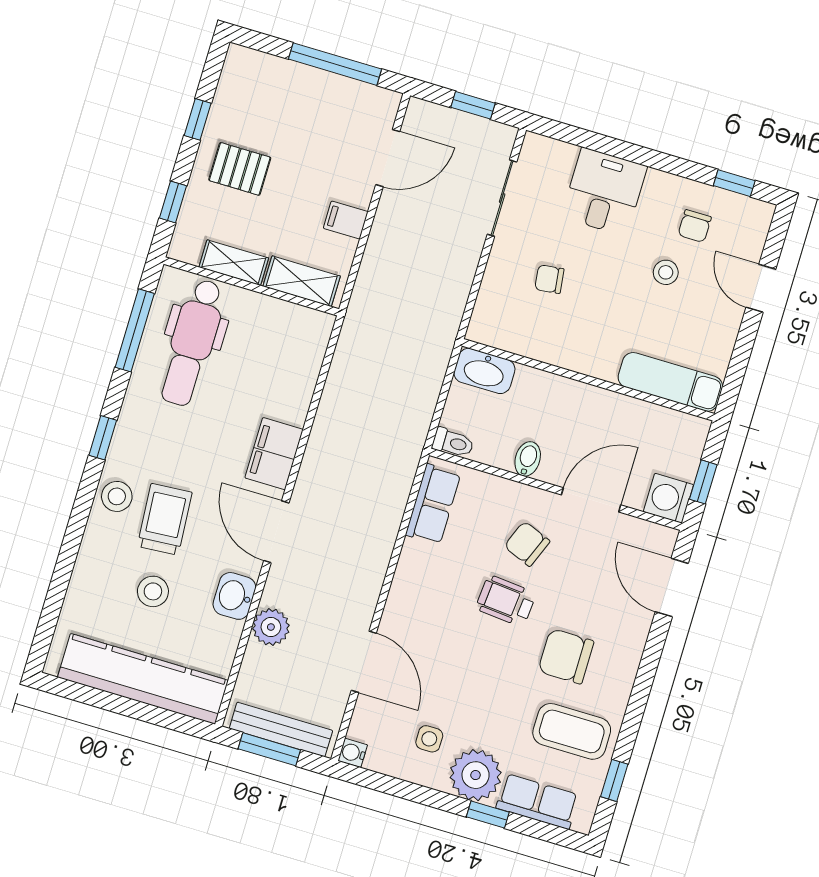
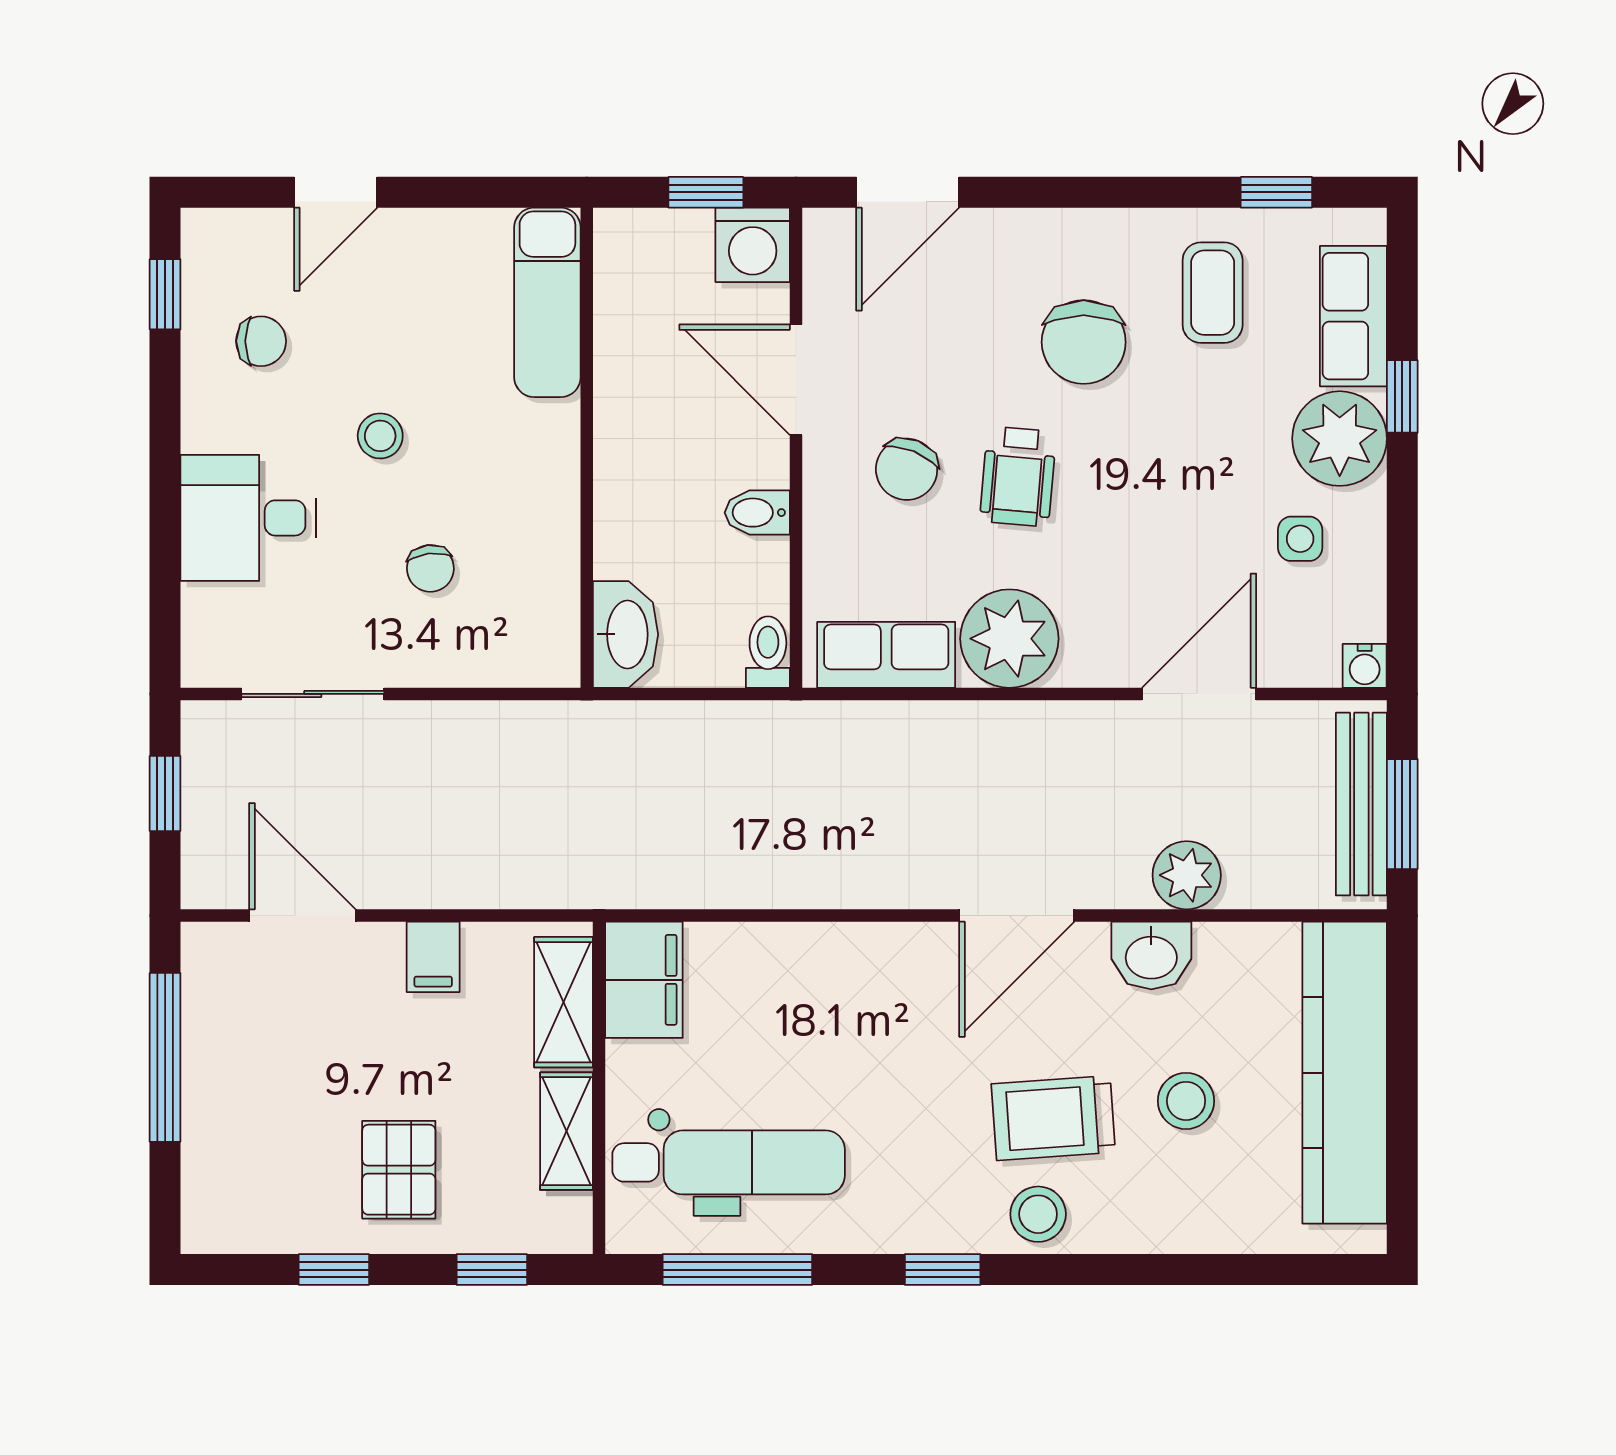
stool: (666, 272) -> (380, 436), moved
filing cabinet: (274, 454) -> (644, 980), moved, turned -90
plant: (422, 571) -> (1009, 639), added
coffee table: (572, 731) -> (1213, 293), width x0.73, depth x0.77

